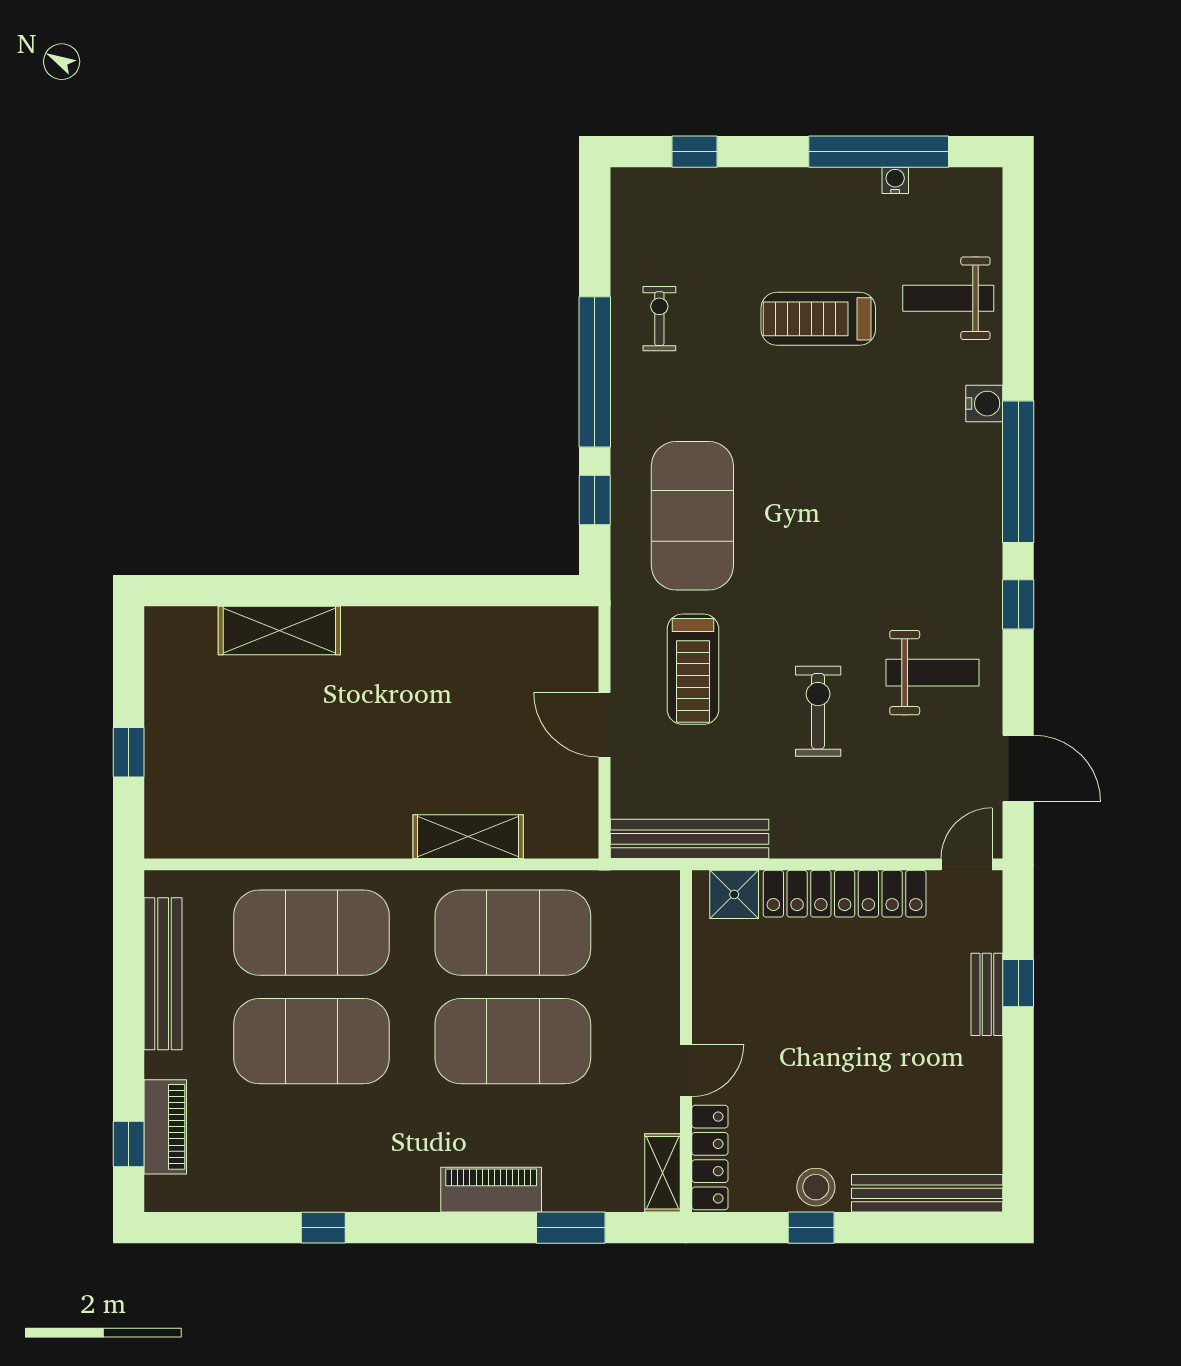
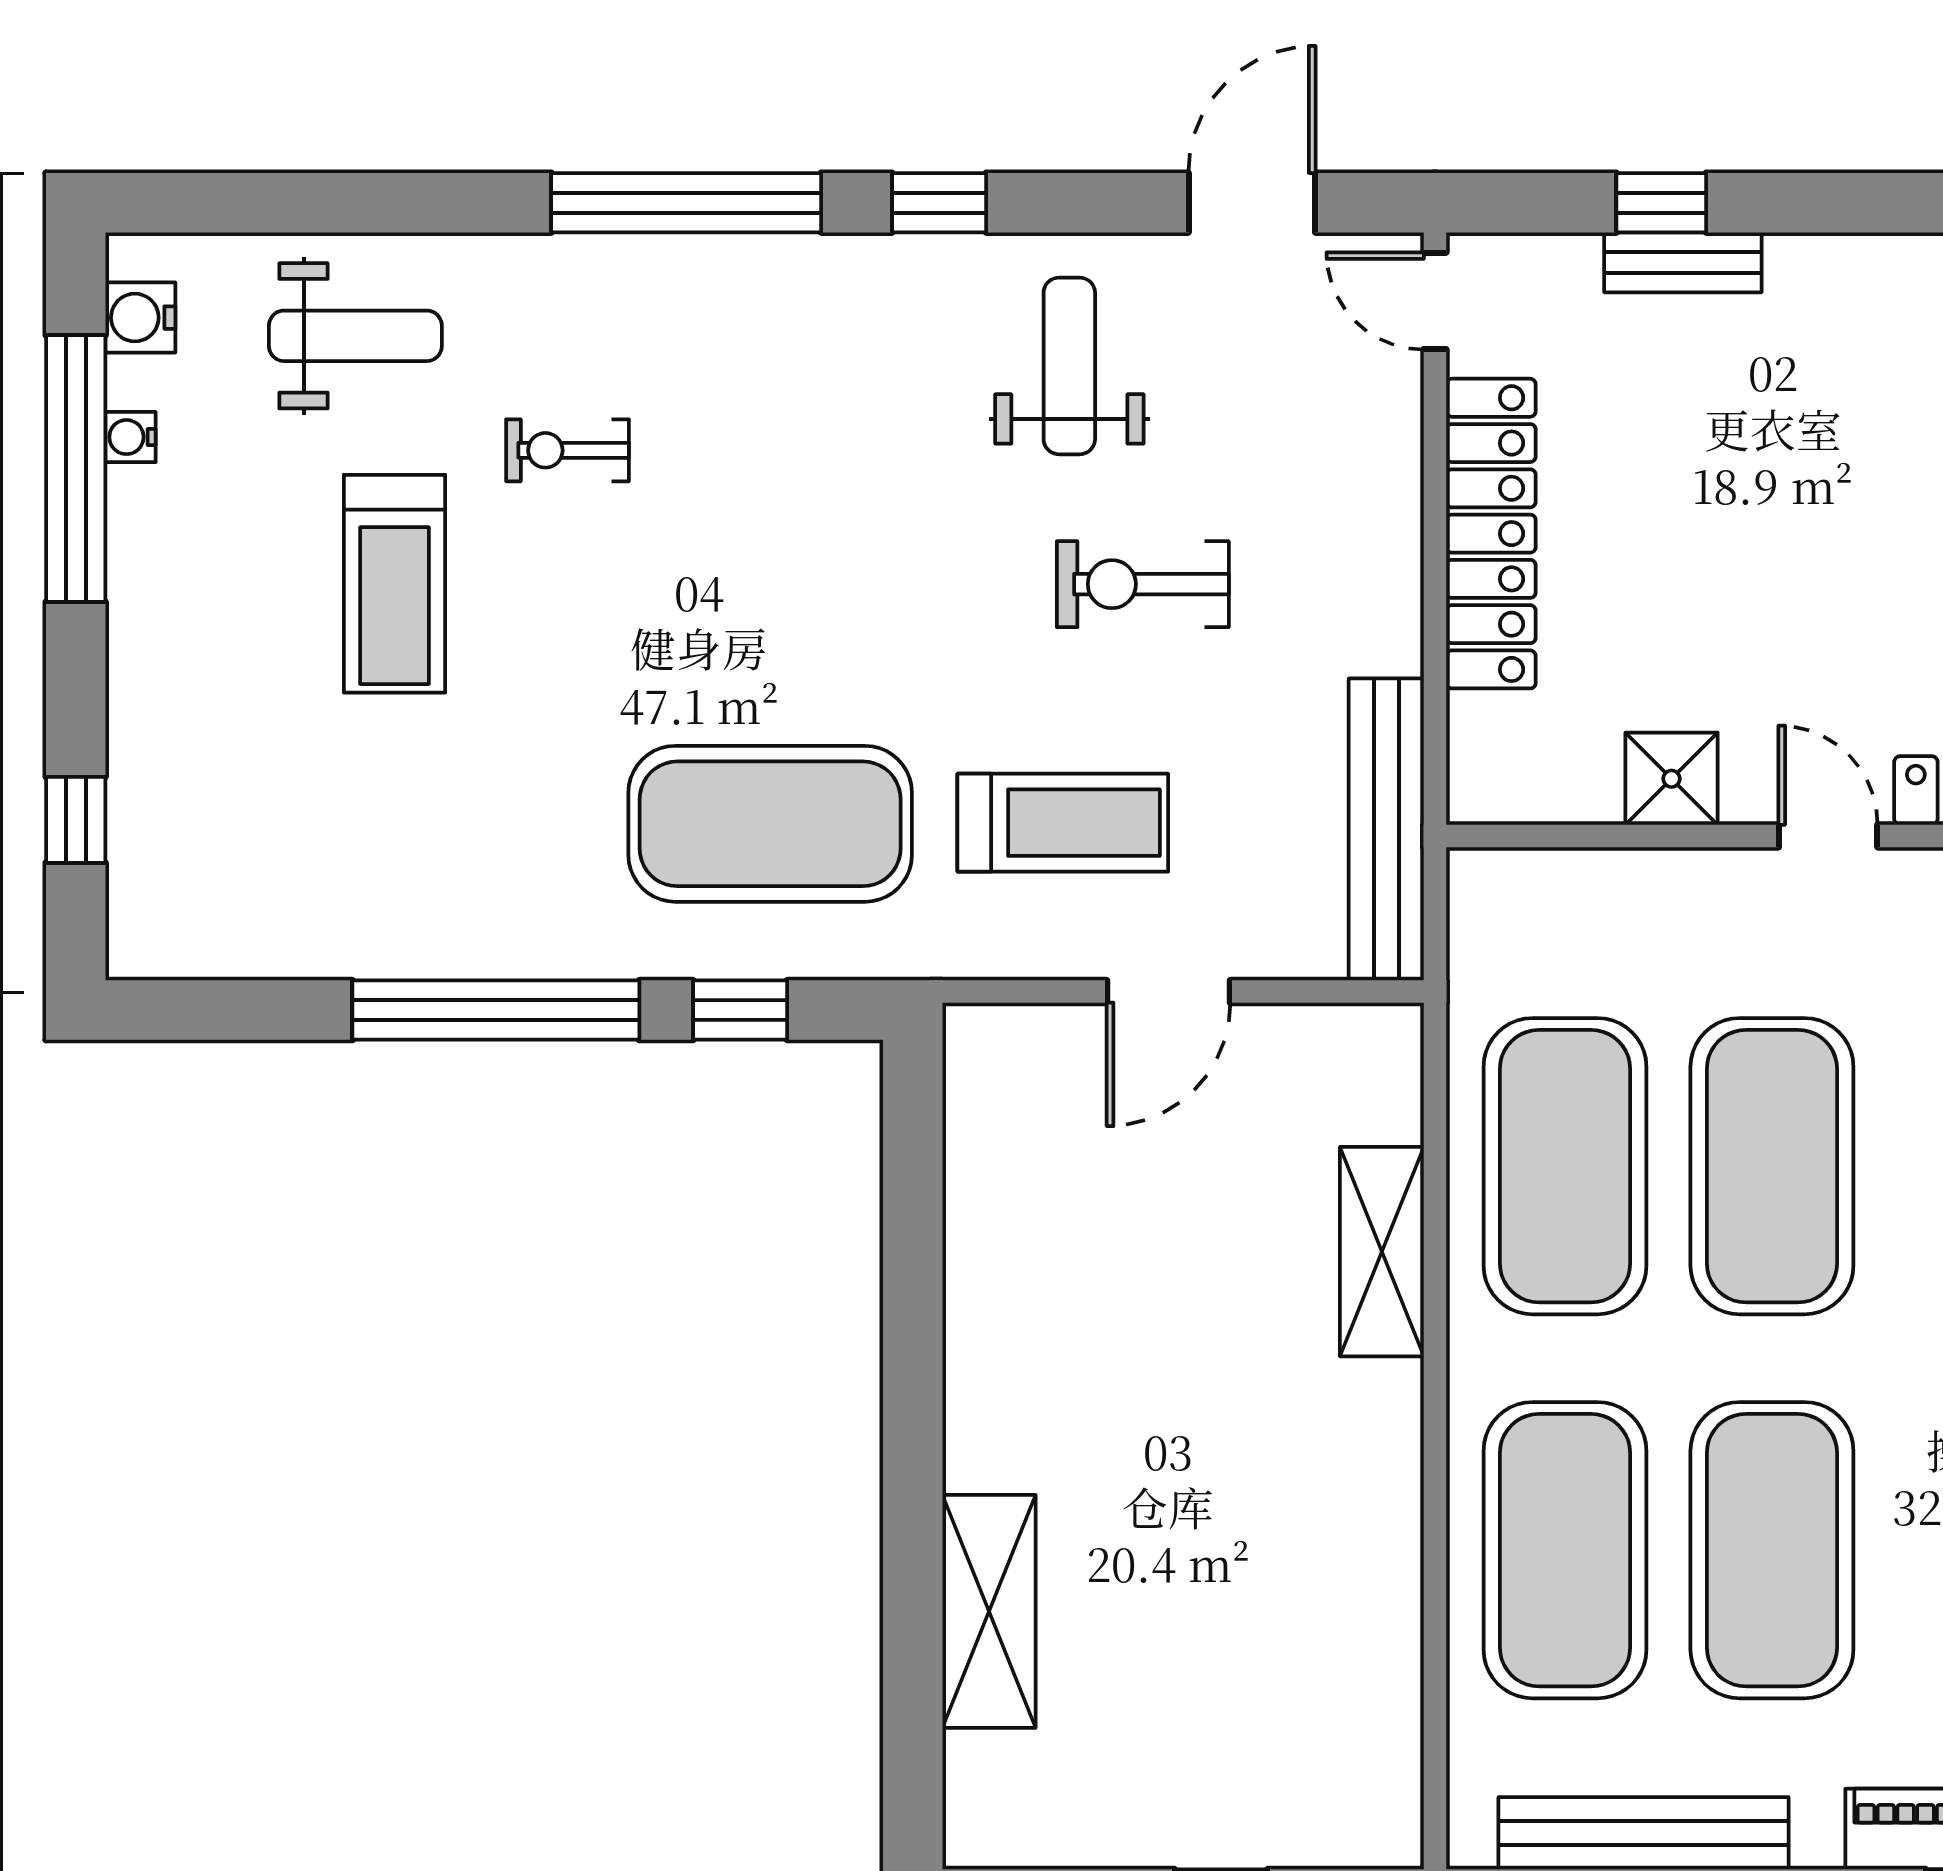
weight bench: (948, 298) -> (355, 336), turned -90
exercise bike: (659, 319) -> (567, 450), moved
water cooler: (984, 404) -> (140, 318), moved, turned -90
shower: (734, 894) -> (1672, 779), moved

